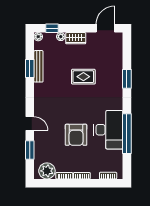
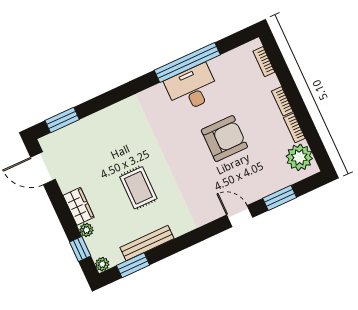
window: (30, 68) -> (133, 265), moved
rug: (83, 77) -> (138, 188), moved
window: (127, 79) -> (62, 120), moved
door: (30, 124) -> (240, 216), hinge flipped
desk: (108, 130) -> (192, 88), width x0.73, depth x0.77

